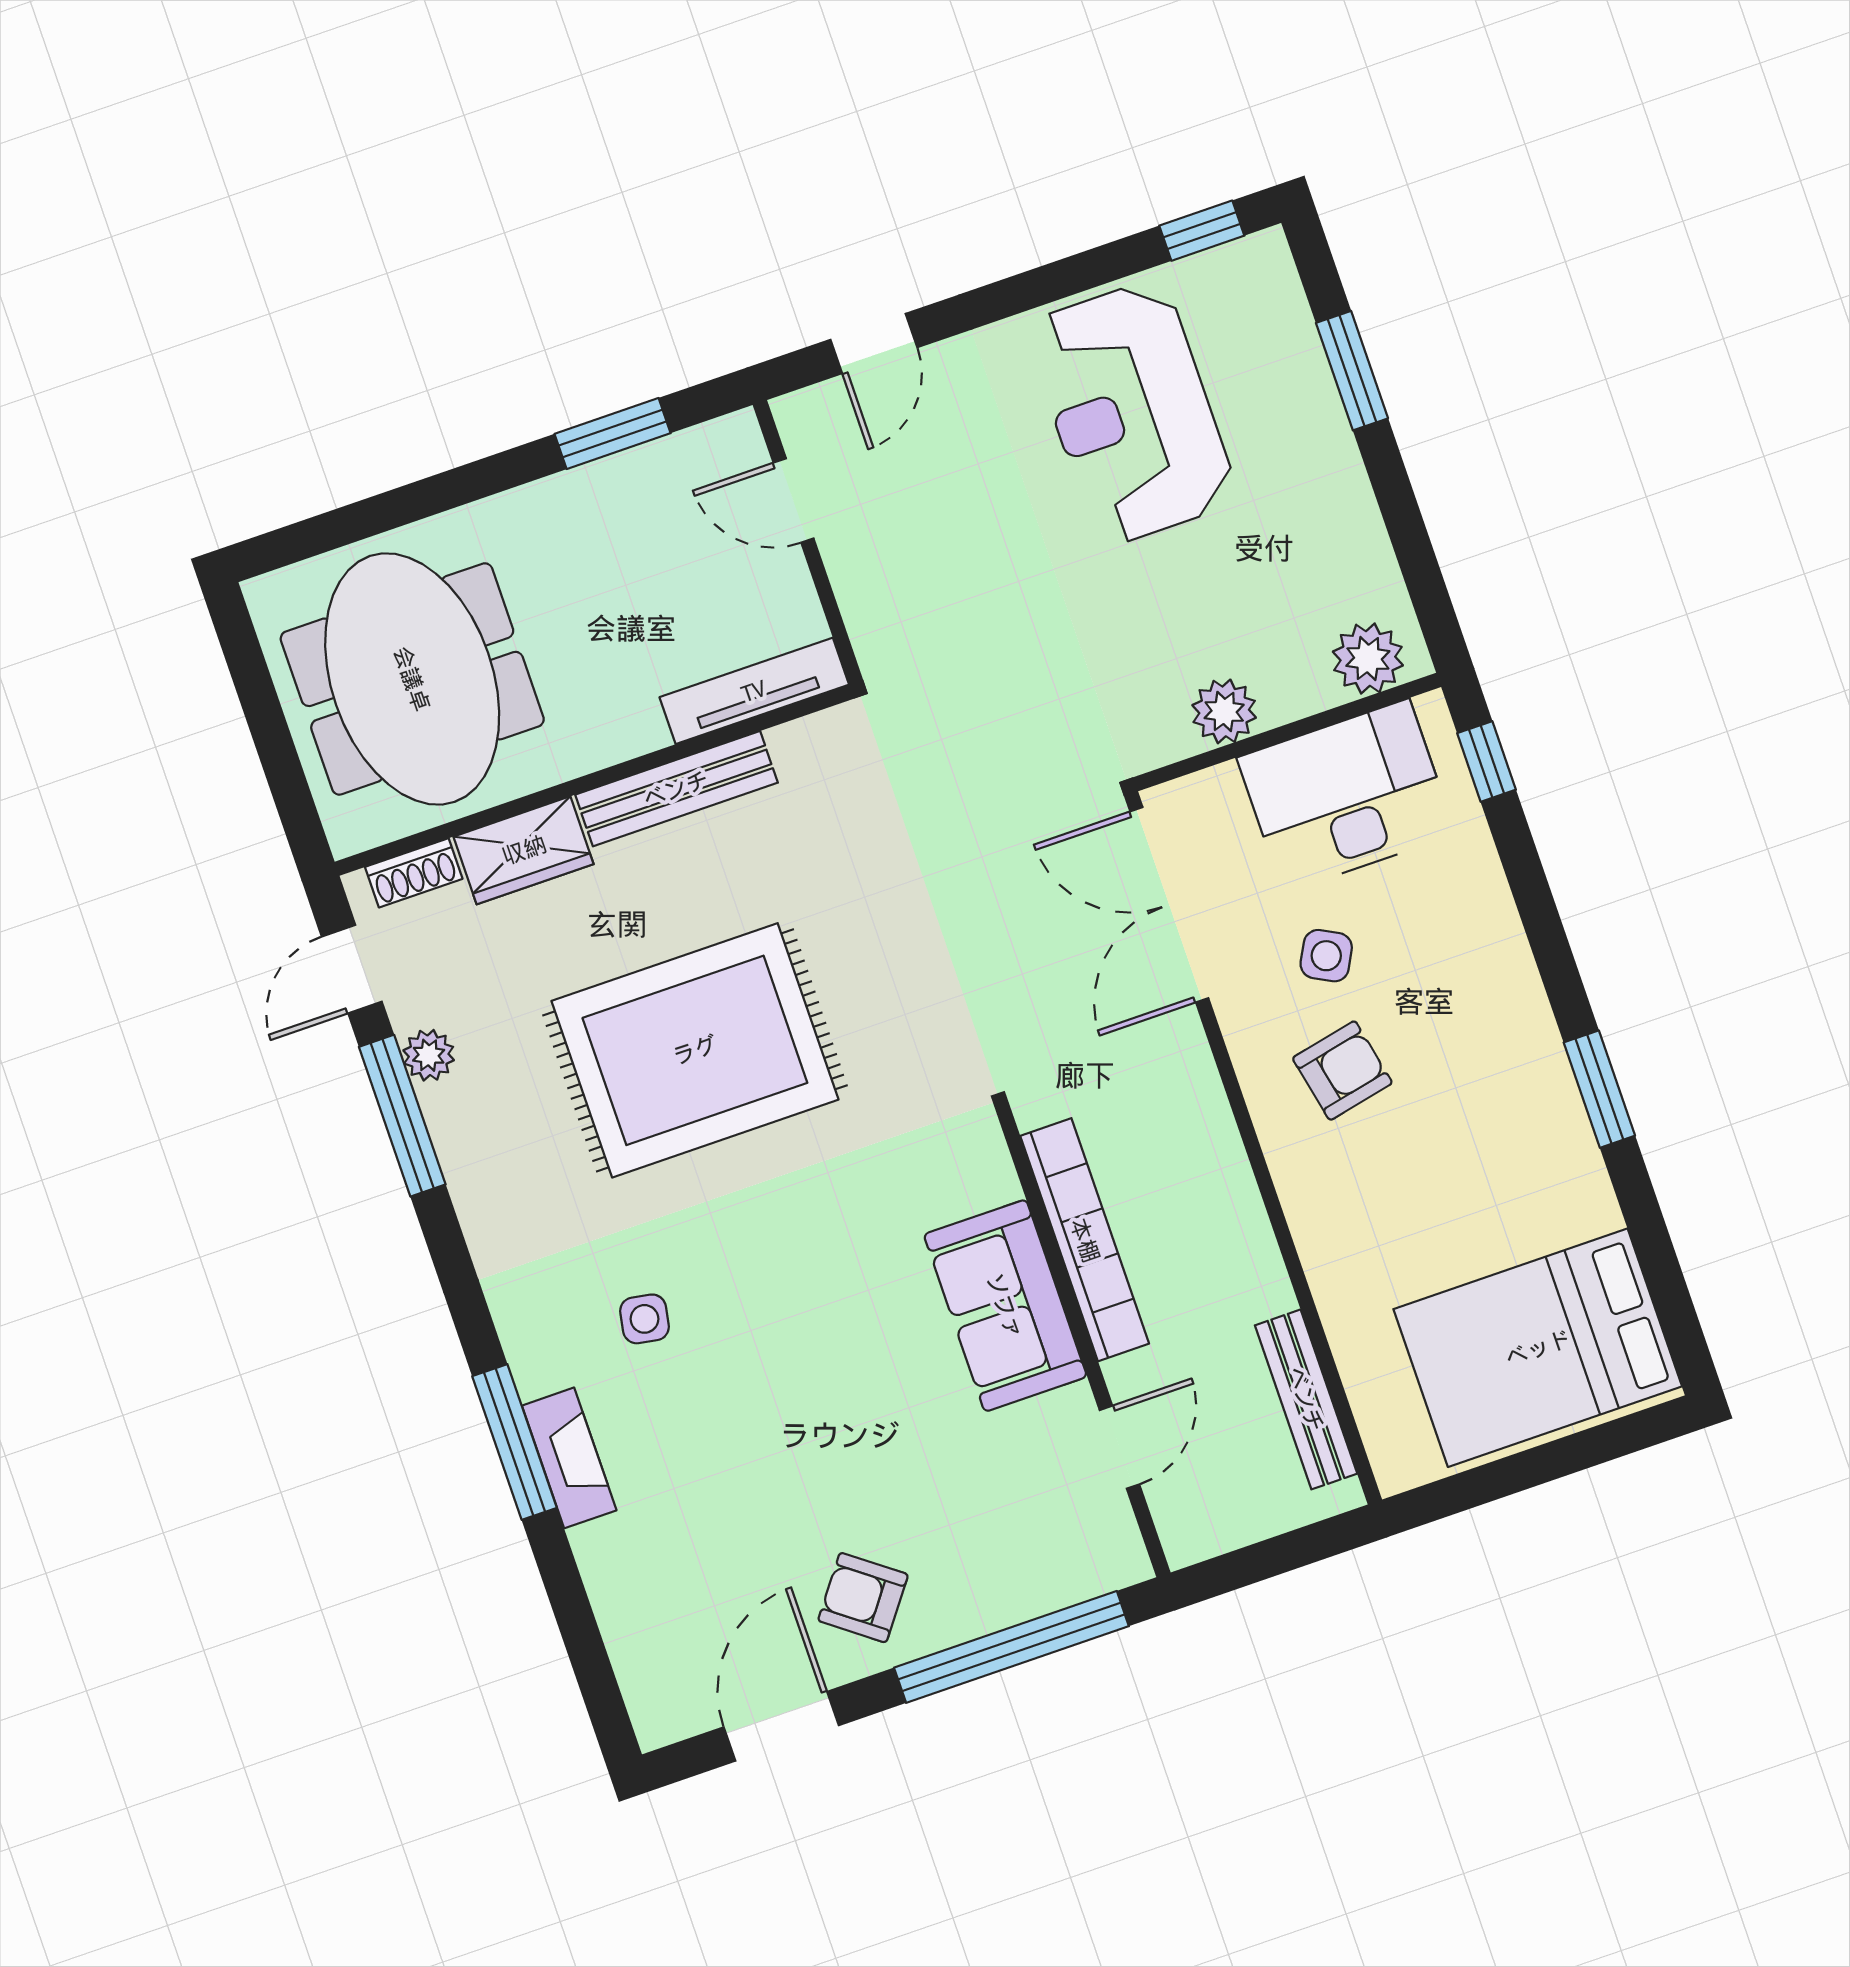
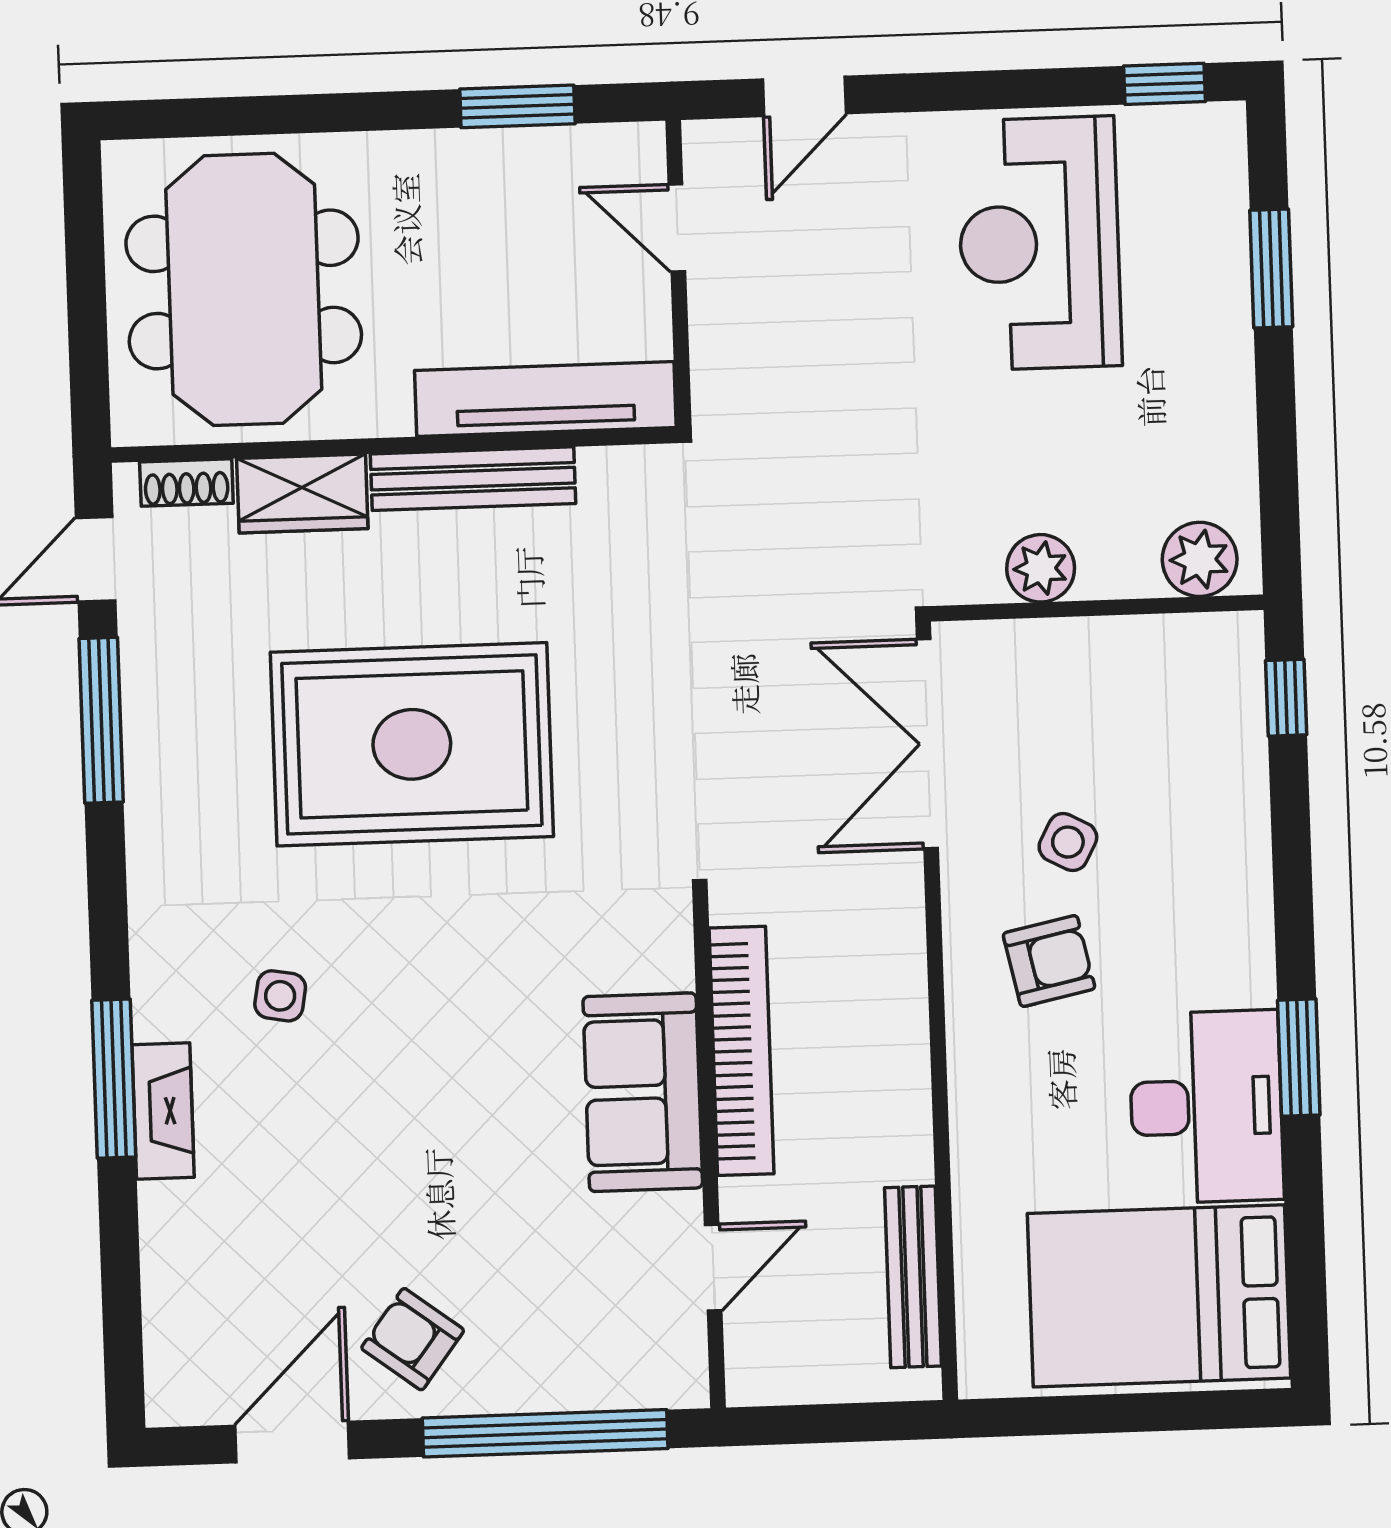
tv unit: (754, 691) -> (545, 399), width x1.36, depth x1.29
desk: (1346, 796) -> (1206, 1107), moved, turned 90
plant: (429, 1055) -> (146, 668), removed

